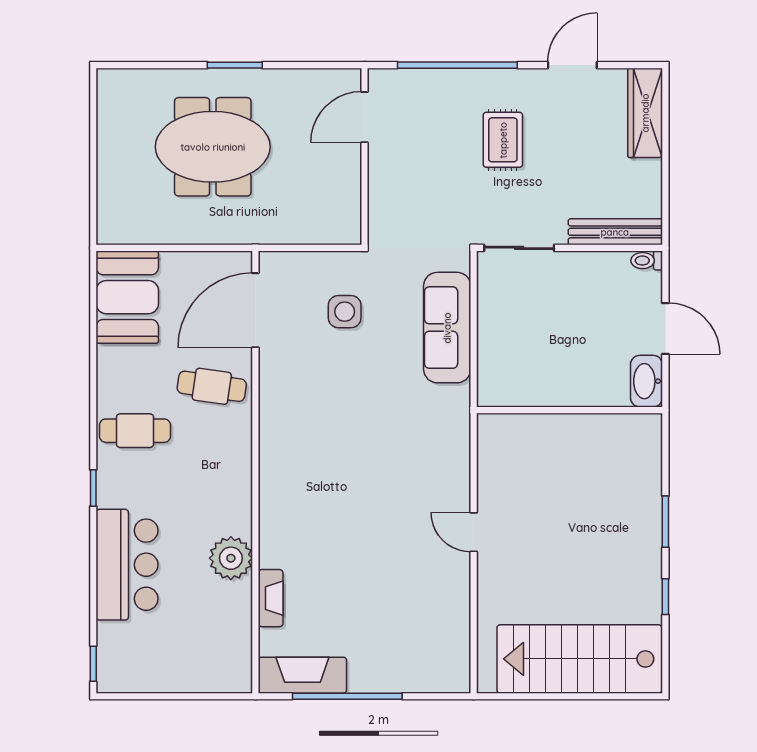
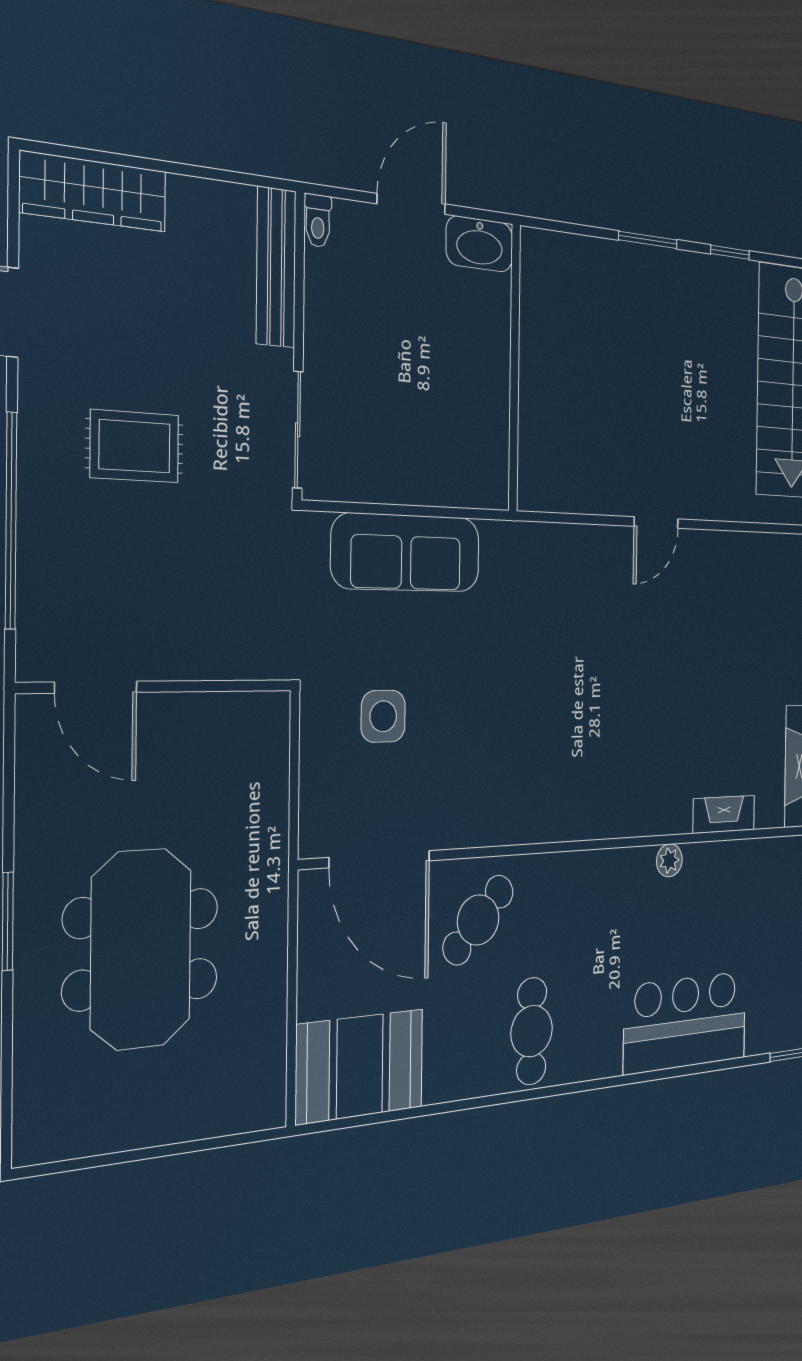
cafe table: (212, 386) -> (478, 920), turned 36
window: (93, 488) -> (599, 1084), removed
plant: (231, 558) -> (669, 860), width x0.53, depth x0.53

